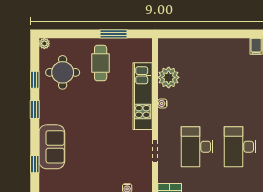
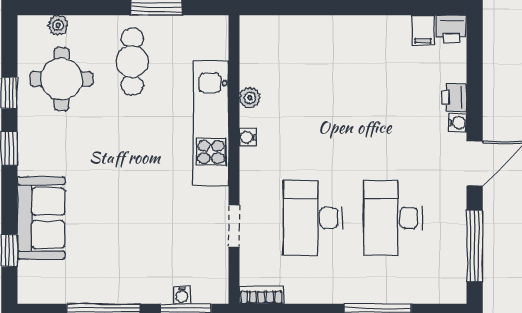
plant: (44, 44) -> (58, 25), moved
plant: (169, 77) -> (250, 98), width x0.53, depth x0.53

